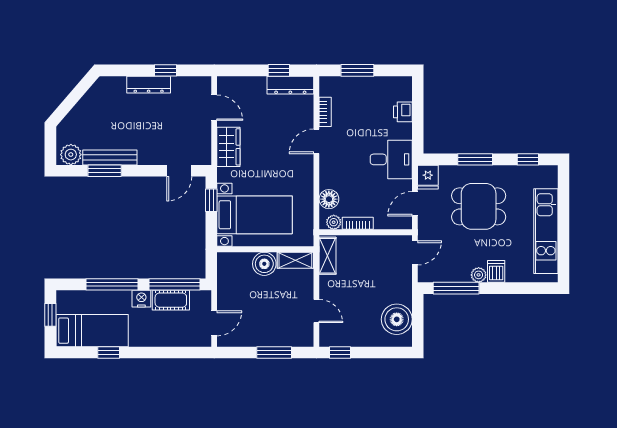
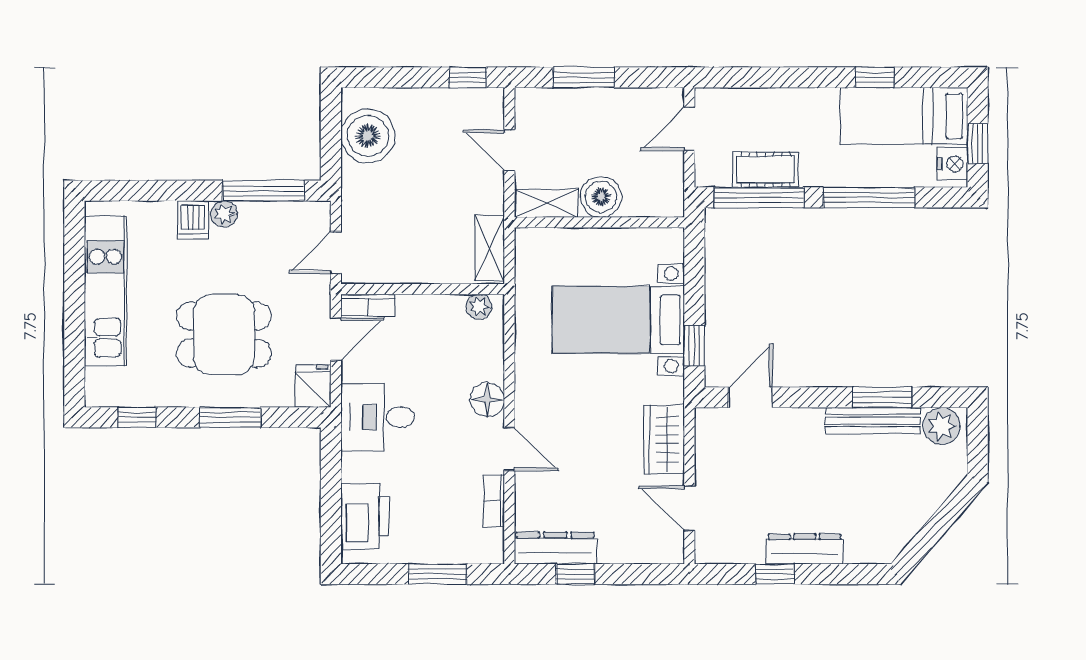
printer: (403, 112) -> (365, 516), width x1.87, depth x1.48
door: (316, 141) -> (509, 449), hinge flipped
floor lamp: (329, 199) -> (487, 400), moved
bookcase: (358, 223) -> (368, 305), moved
wall: (265, 249) -> (599, 222), moved
shelving: (295, 260) -> (546, 203), moved
boiler: (264, 264) -> (601, 197), moved
nightstand: (141, 299) -> (952, 164), moved, turned -90

